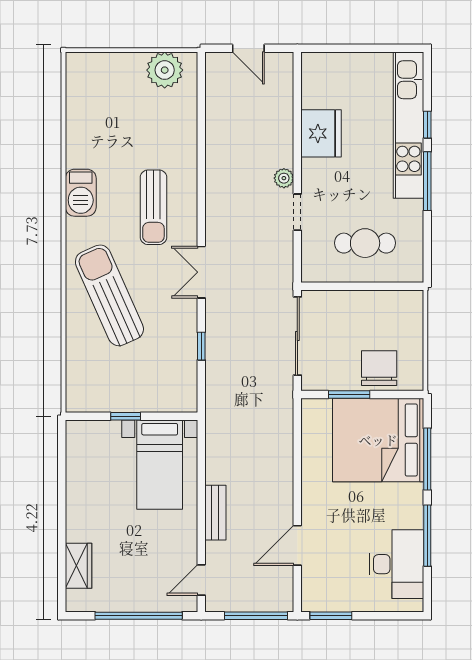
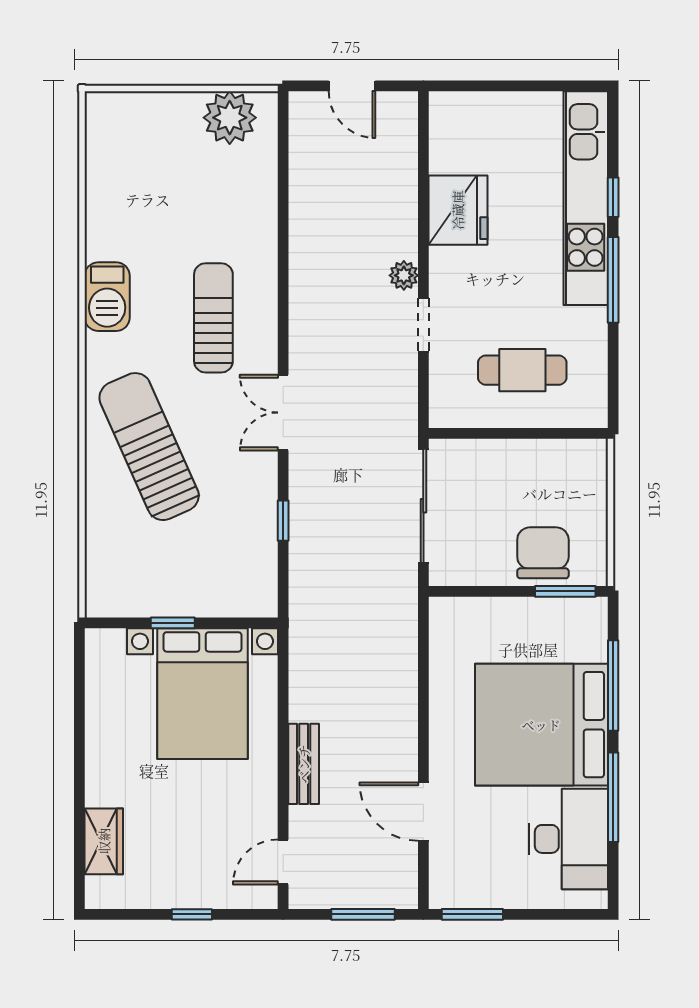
sun lounger: (153, 207) -> (213, 318), turned 180
window: (349, 395) -> (565, 591), moved
bed: (378, 440) -> (541, 725), moved
bed with nightstands: (160, 465) -> (202, 694), width x1.36
door: (297, 545) -> (423, 812), hinge flipped
window: (139, 616) -> (192, 914), width x0.32
window: (256, 616) -> (363, 914), width x0.69

